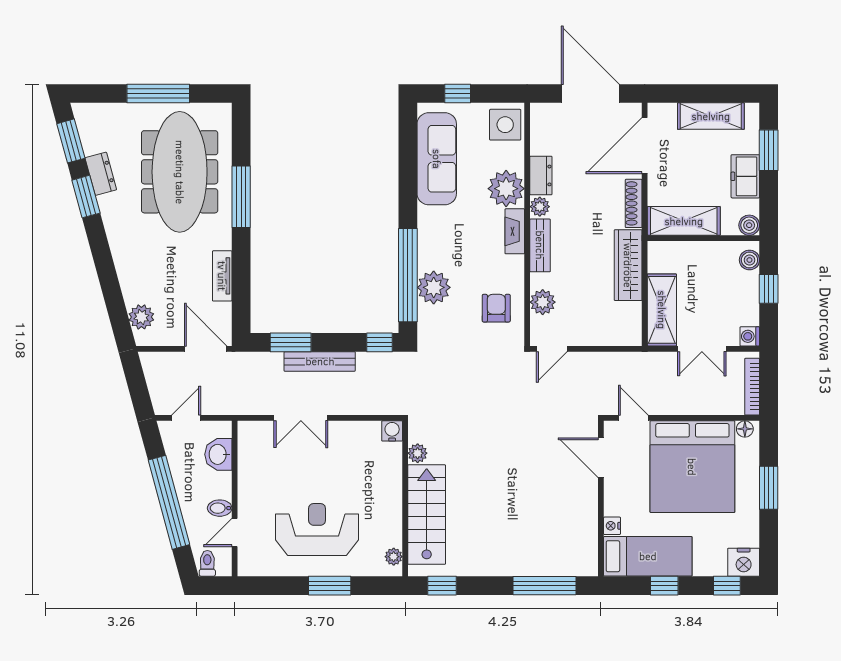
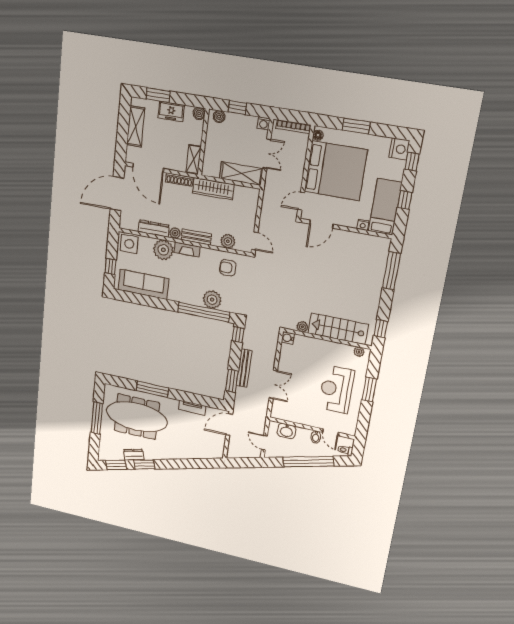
dresser: (541, 175) -> (154, 228), width x1.44
shelving: (684, 221) -> (194, 160), width x0.67, depth x0.75
plant: (141, 317) -> (208, 452), removed

